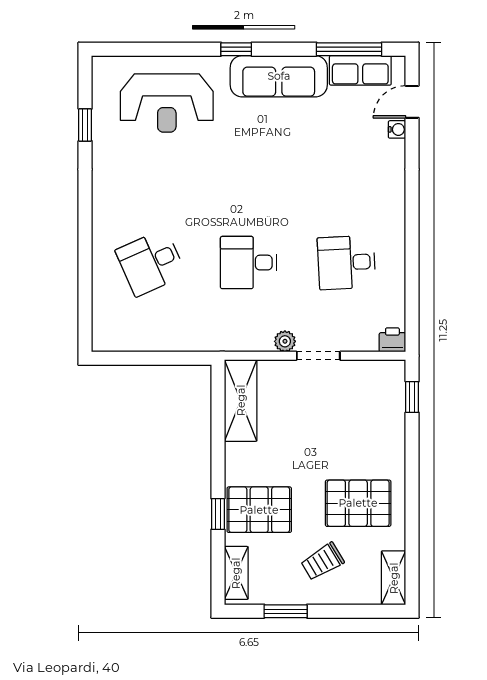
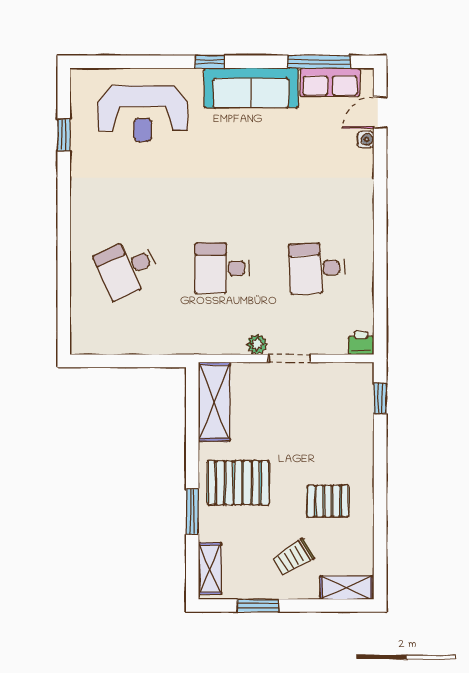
pallet: (358, 503) -> (328, 501), width x0.67, depth x0.71
pallet: (259, 510) -> (238, 483), moved
window: (218, 514) -> (192, 511), width x1.50
shelving: (394, 578) -> (346, 588), moved, turned 90

